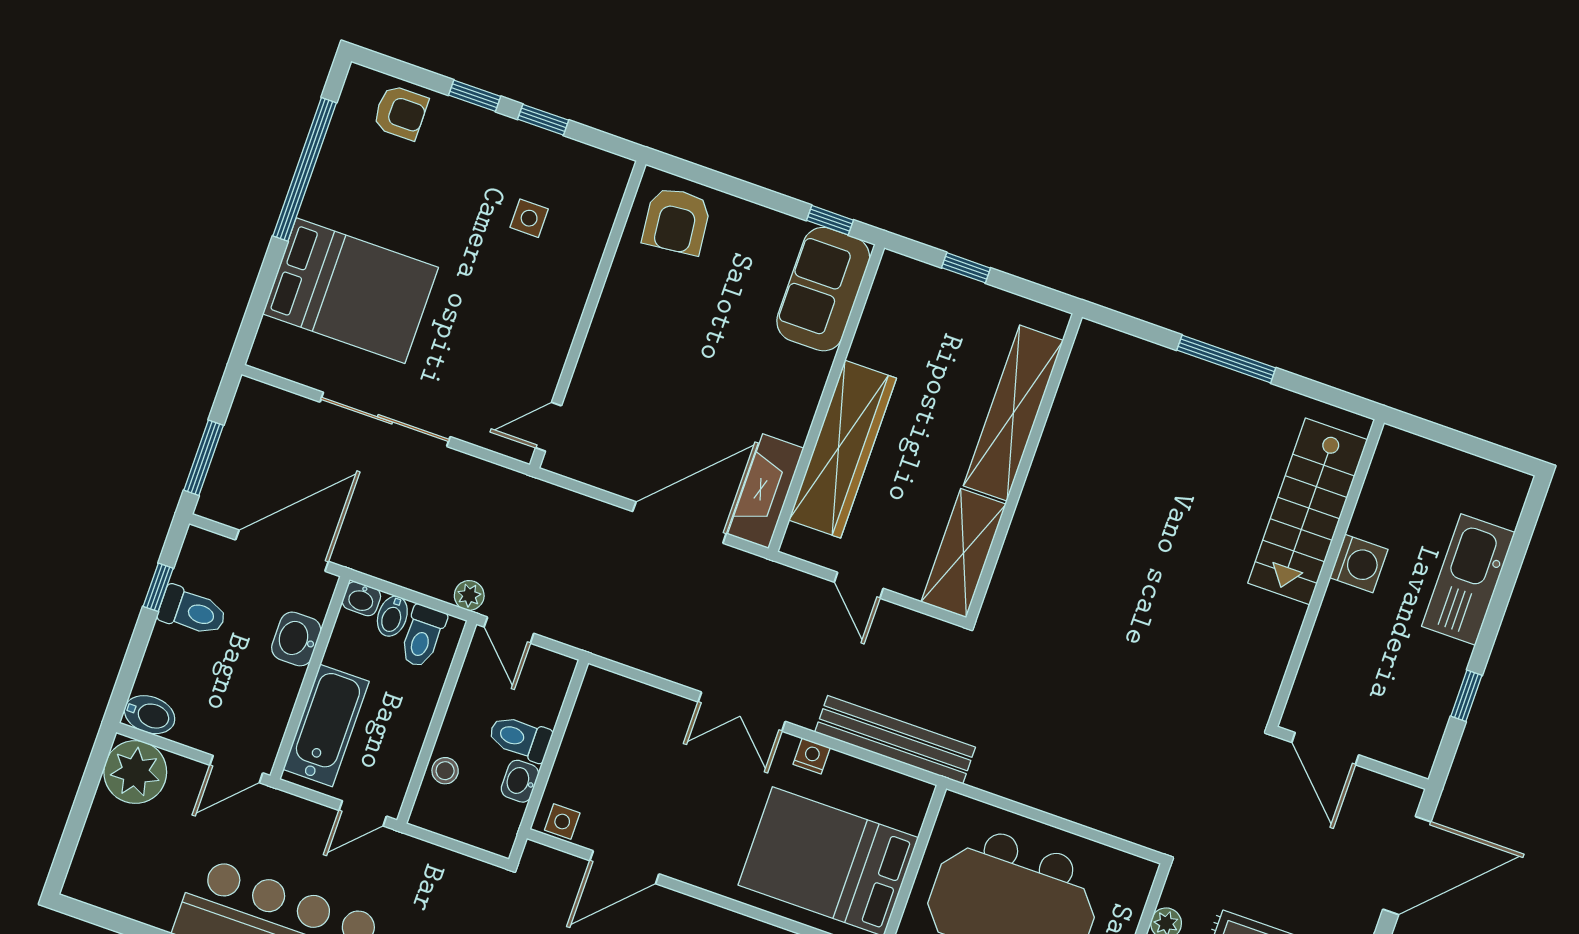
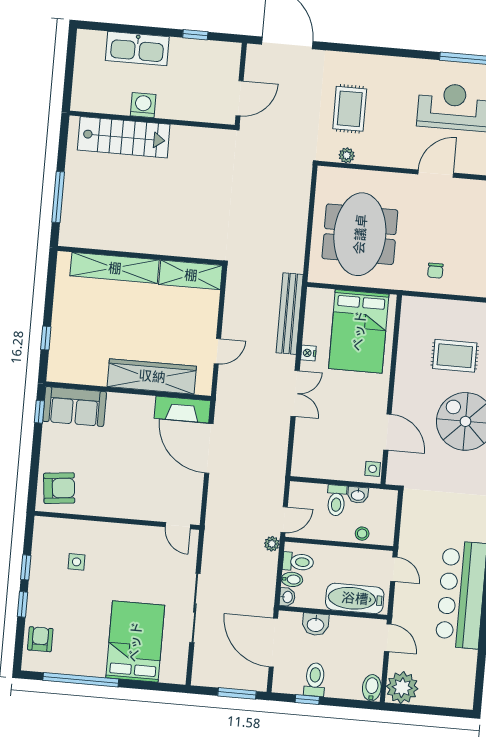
shelving: (1013, 413) -> (115, 268), moved
wall: (1024, 467) -> (140, 256), moved
shelving: (963, 553) -> (191, 275), moved

